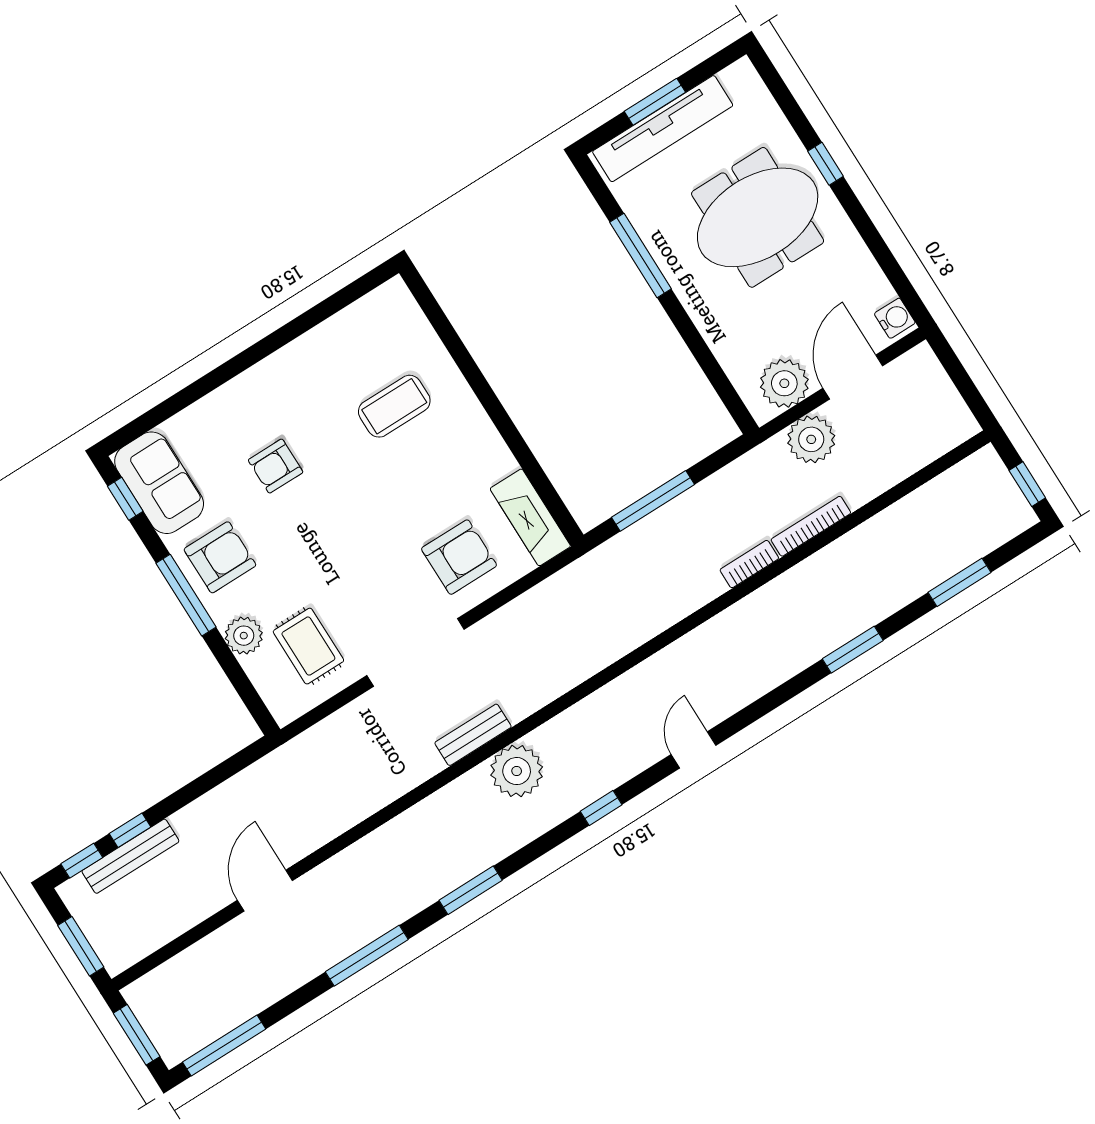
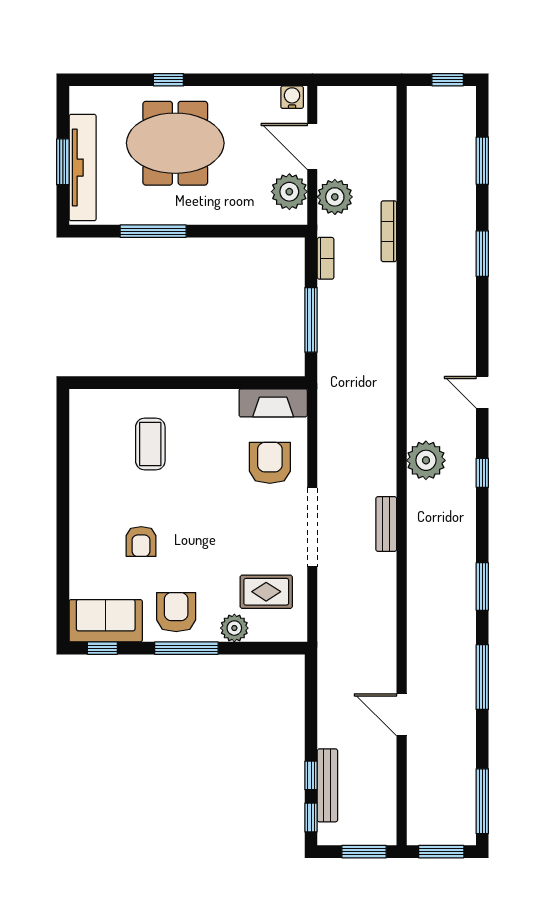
meeting table: (758, 217) -> (175, 143), turned 90
bookcase: (749, 564) -> (326, 258), moved, turned 180
plant: (517, 771) -> (426, 460), moved

